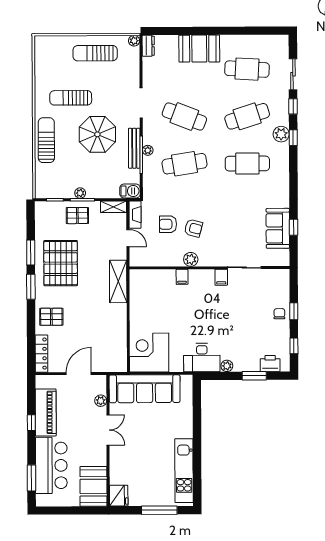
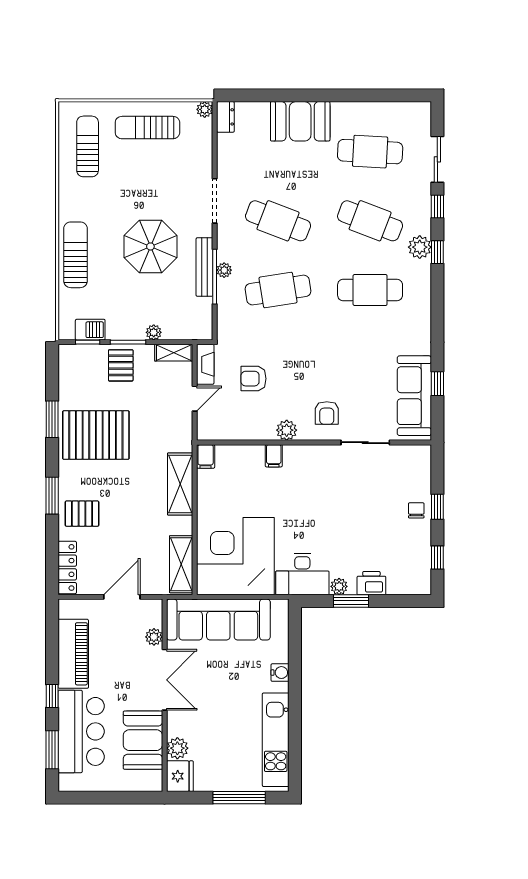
sun lounger: (71, 98) -> (88, 146), moved, turned 90
cafe table: (247, 116) -> (370, 221), turned 39
barbecue: (130, 191) -> (90, 330), moved
plant: (80, 193) -> (154, 332), moved
pallet: (77, 216) -> (121, 365), turned 90
armchair: (193, 228) -> (327, 413), moved, turned 75
sofa: (278, 228) -> (414, 396), width x1.36
door: (128, 238) -> (195, 399), hinge flipped
pallet: (61, 263) -> (96, 435), turned 90
filing cabinet: (221, 277) -> (206, 456), moved
shelving: (118, 281) -> (180, 484), moved
window: (31, 287) -> (52, 496), moved
shelving: (119, 351) -> (181, 564), added
corner desk: (149, 352) -> (235, 556), width x1.36, depth x1.36
printer: (270, 363) -> (371, 583), moved
window: (254, 376) -> (351, 601), moved
window: (31, 423) -> (52, 696), moved
water cooler: (187, 425) -> (280, 673), added
double door: (108, 430) -> (165, 680), width x1.37
plant: (117, 477) -> (177, 748), added
booth: (93, 486) -> (143, 740), moved

